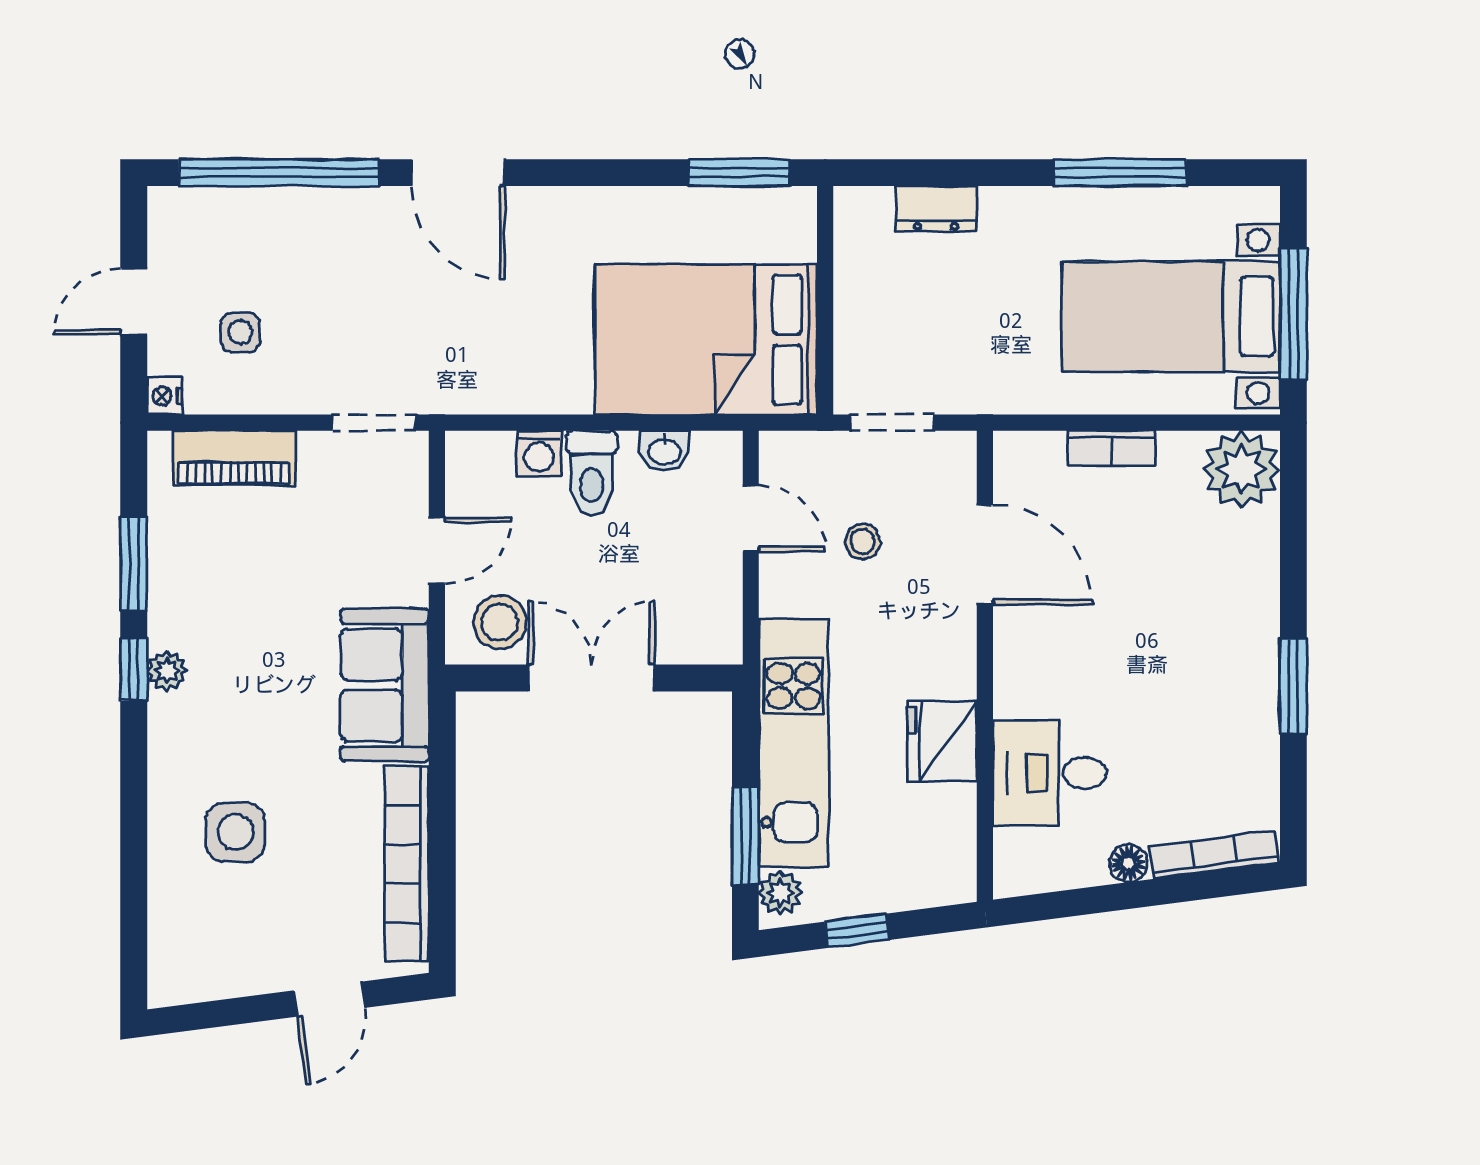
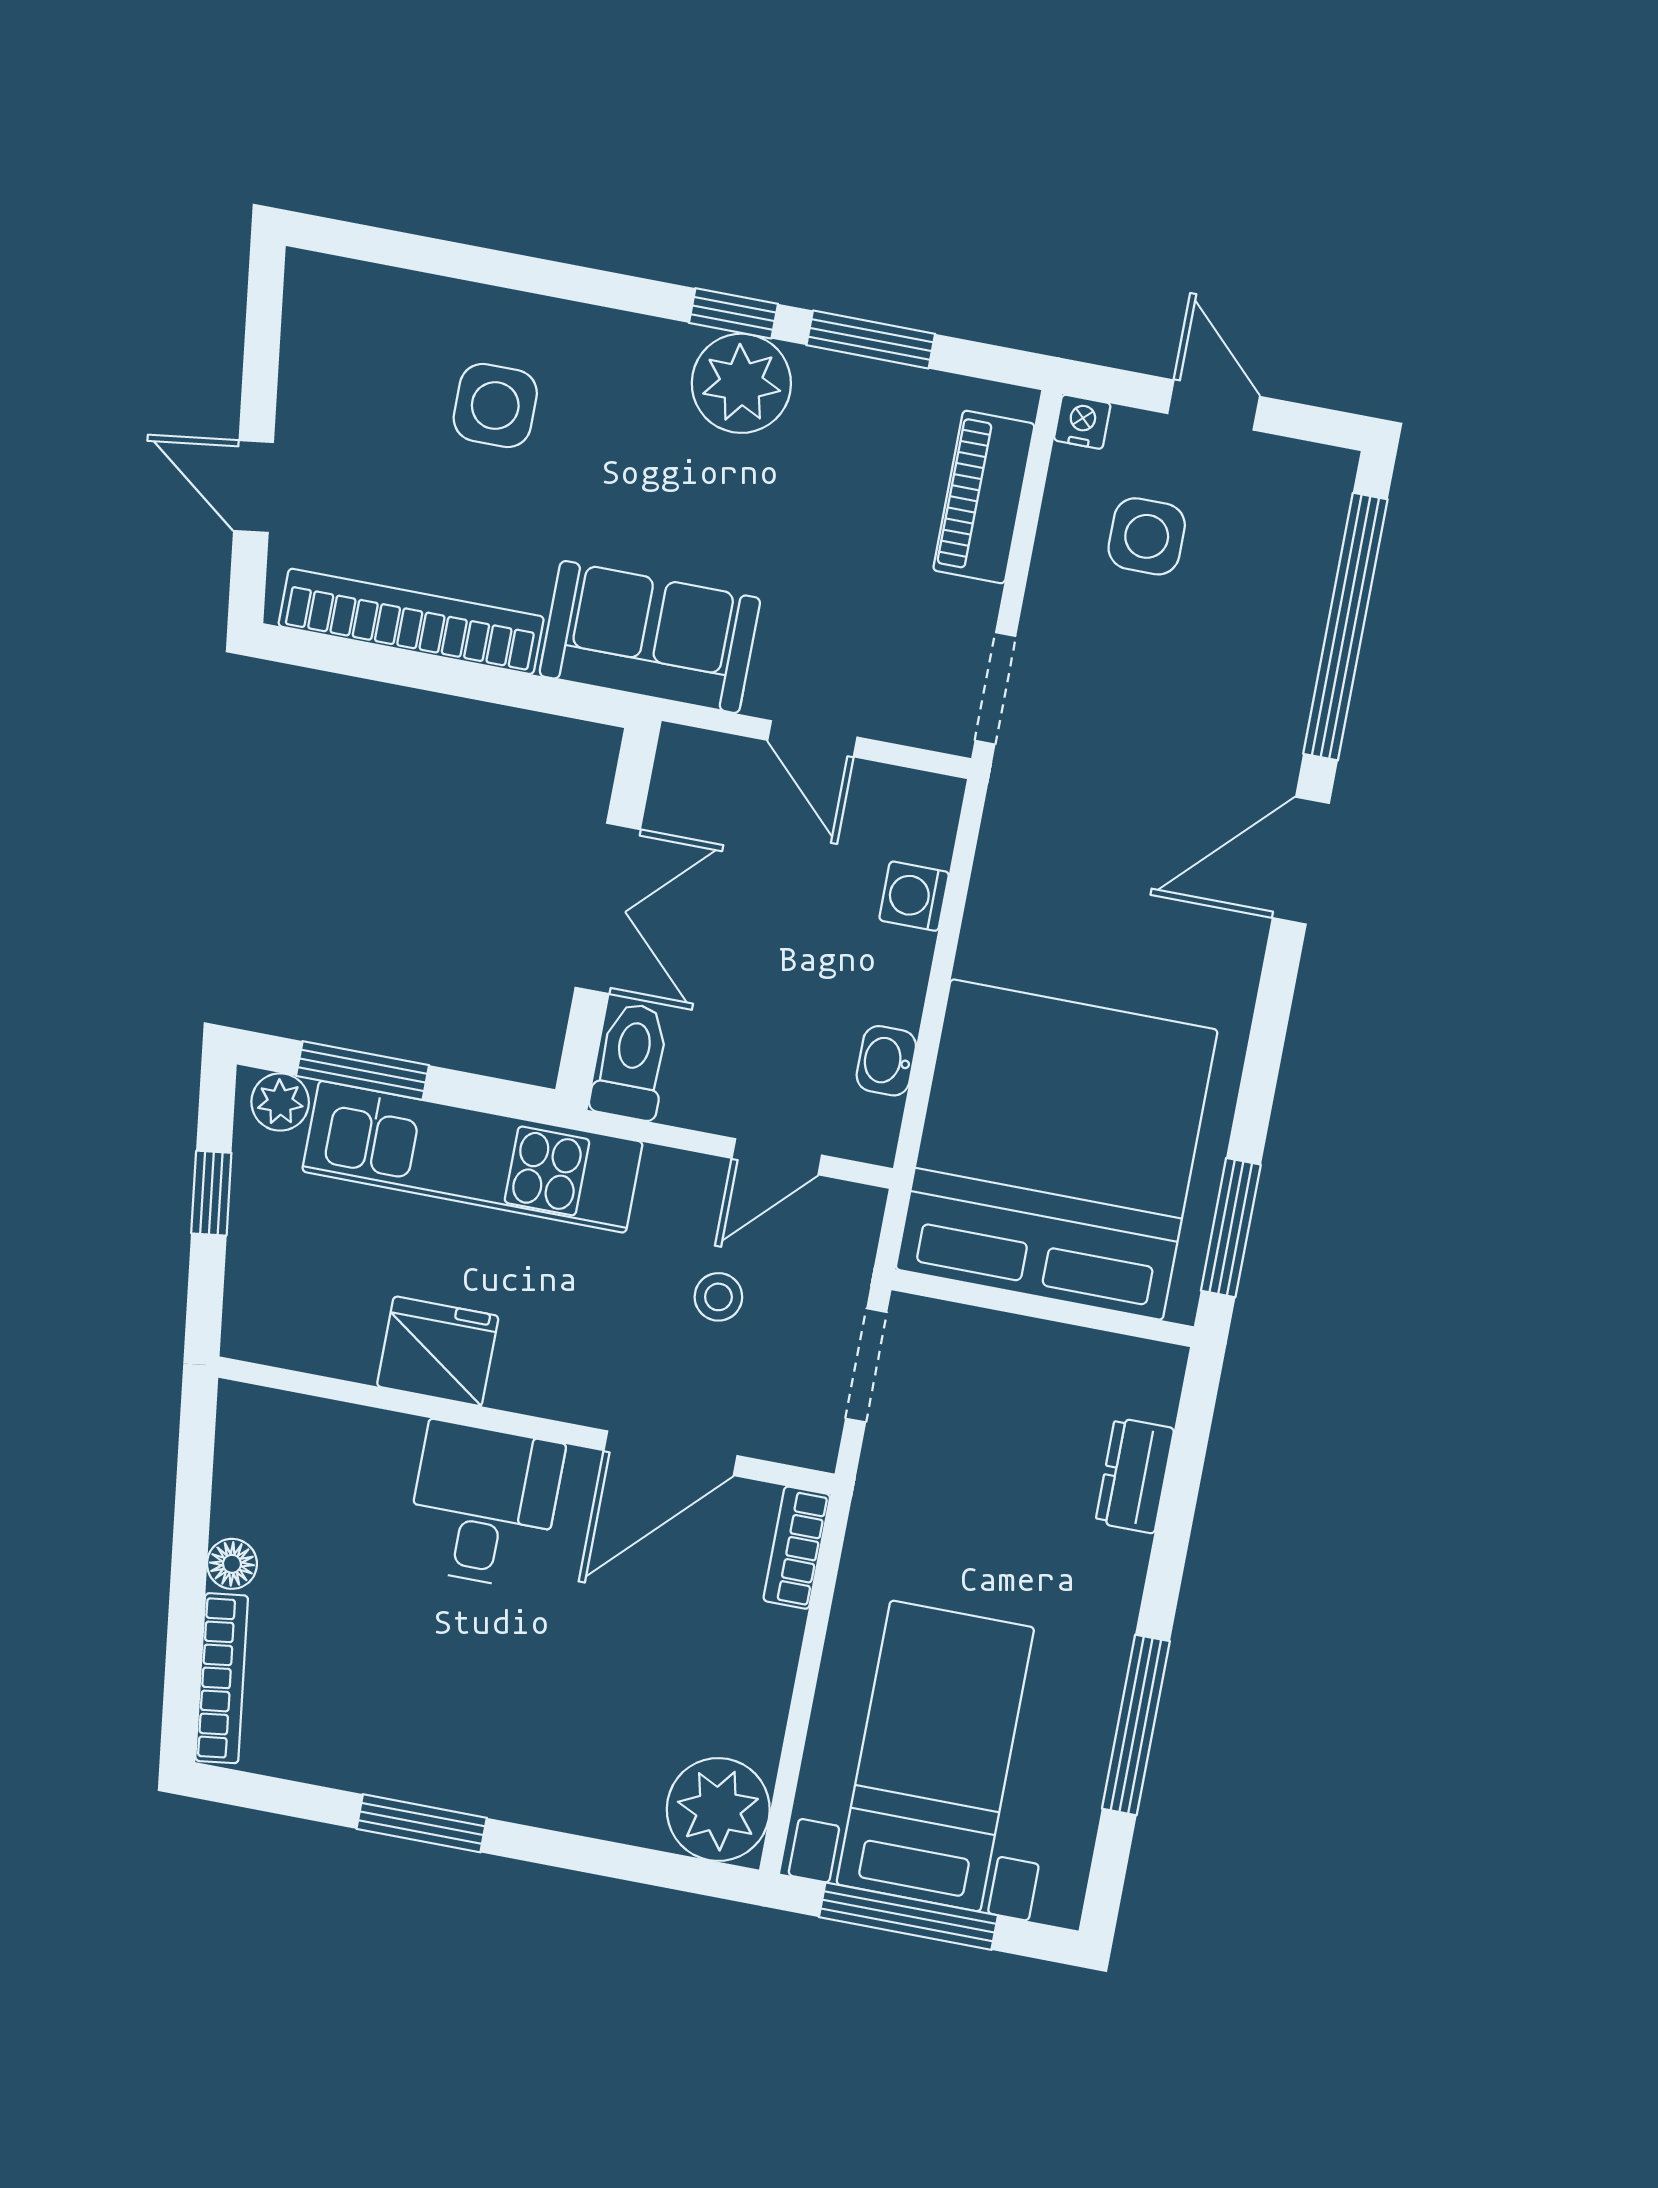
side table: (240, 332) -> (1147, 536), width x1.37, depth x1.37
bed: (706, 340) -> (1057, 1150), width x1.36
bookcase: (1111, 448) -> (797, 1548), moved
toilet: (592, 473) -> (631, 1061), moved, turned 90
stool: (500, 622) -> (704, 803), removed
plant: (167, 671) -> (741, 383), width x1.87, depth x1.87
desk: (1049, 773) -> (484, 1505), moved

